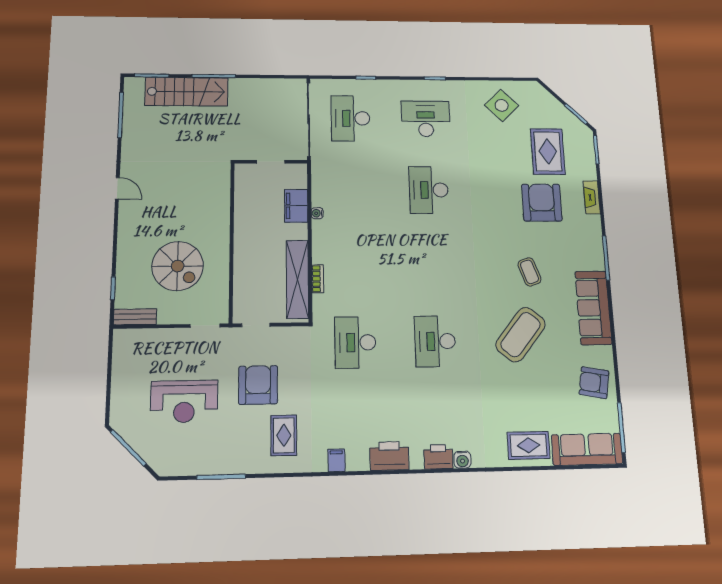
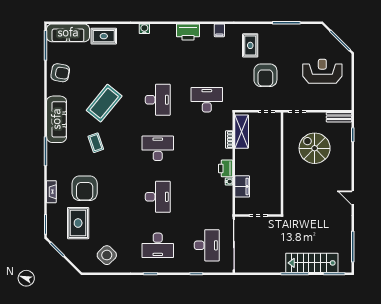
desk: (432, 264) -> (158, 148), added
shelving: (297, 279) -> (242, 132), width x0.68
desk: (355, 342) -> (207, 100), turned -90
reception desk: (184, 401) -> (322, 71), moved
printer: (438, 457) -> (226, 168), moved, turned 90

